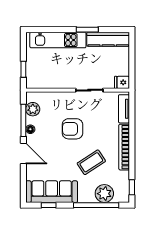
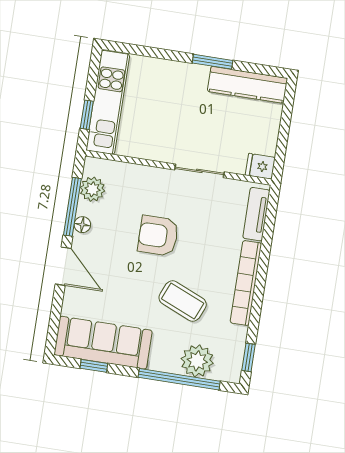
kitchen unit: (58, 40) -> (108, 102), moved, turned -90
coffee table: (91, 162) -> (183, 301), turned 56

